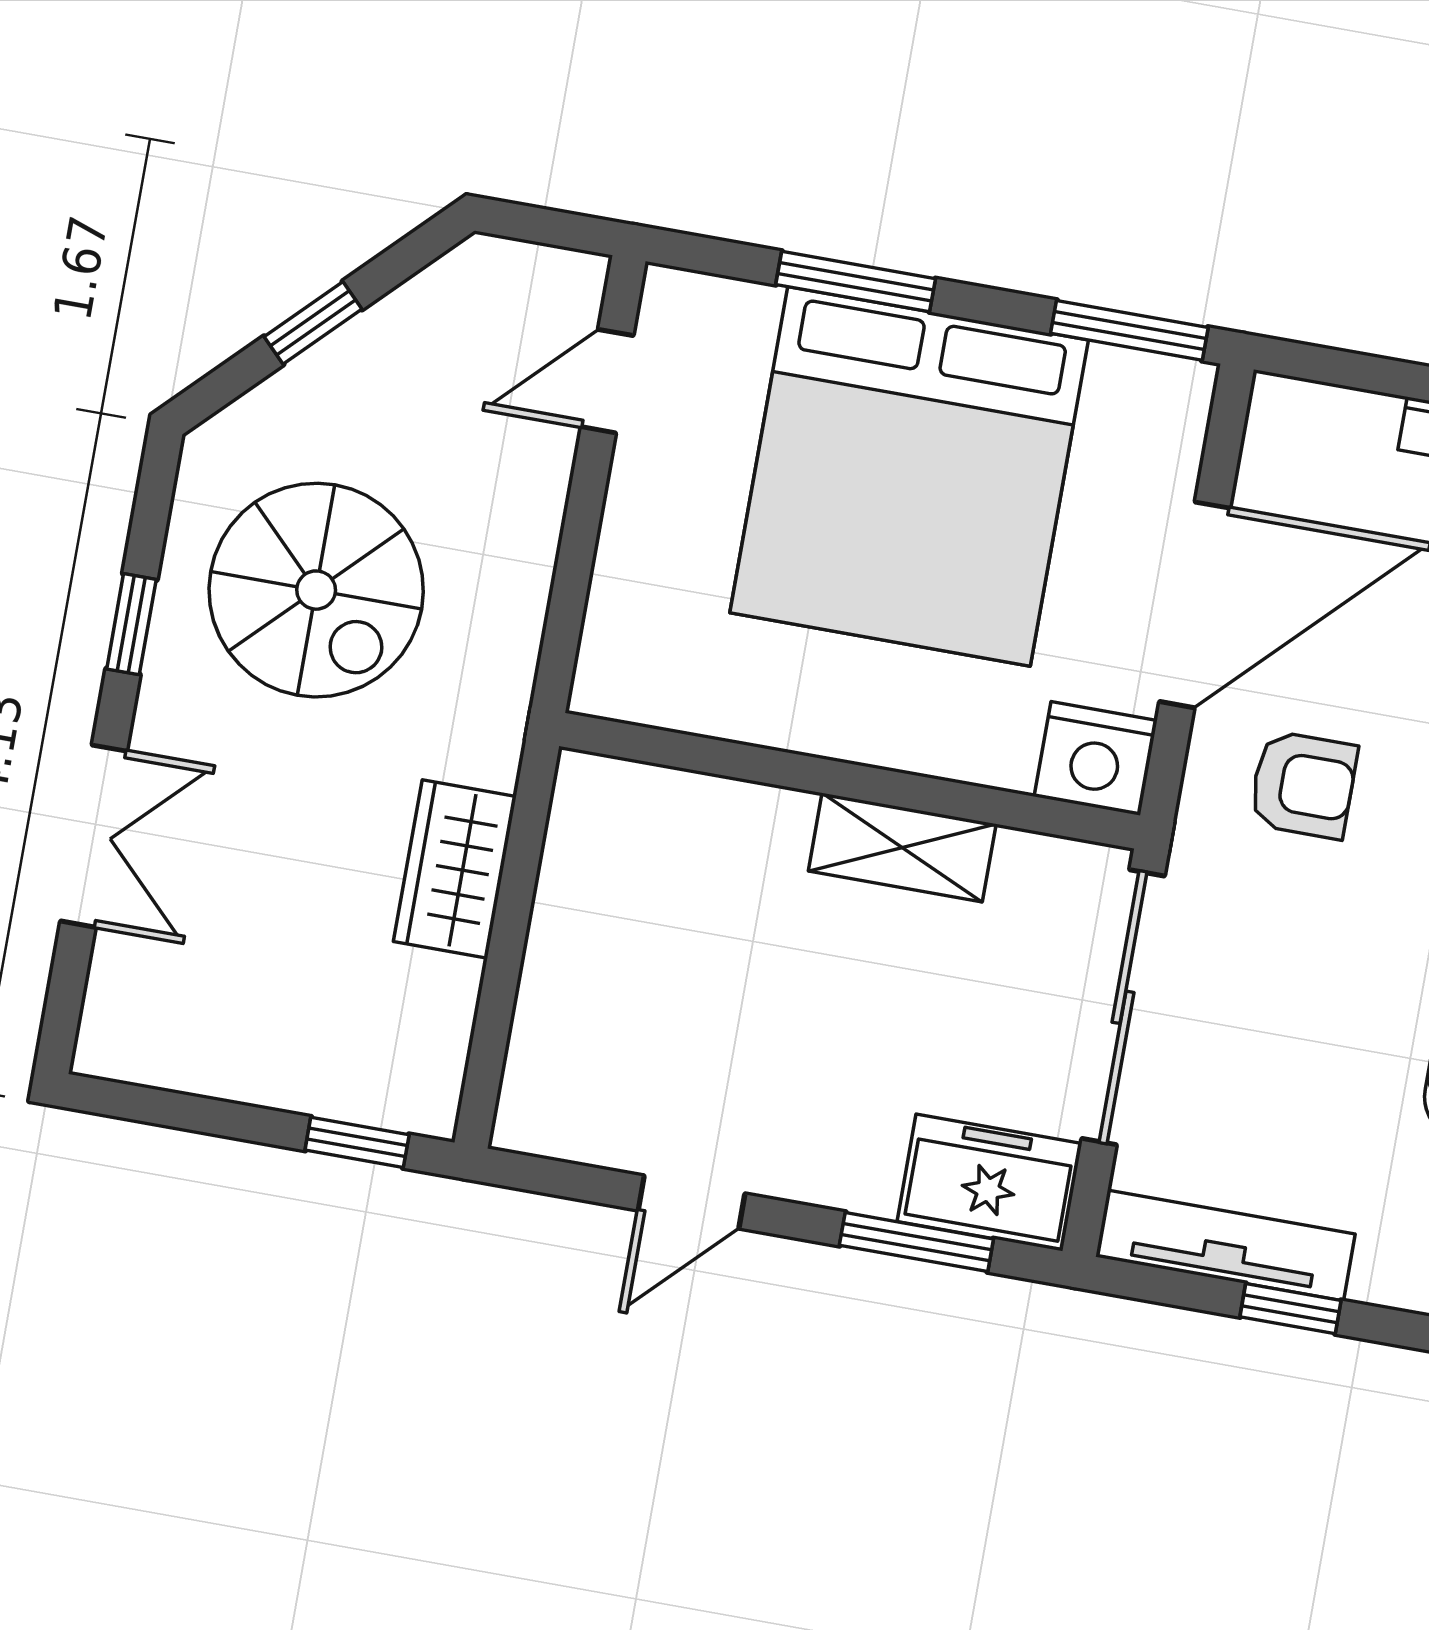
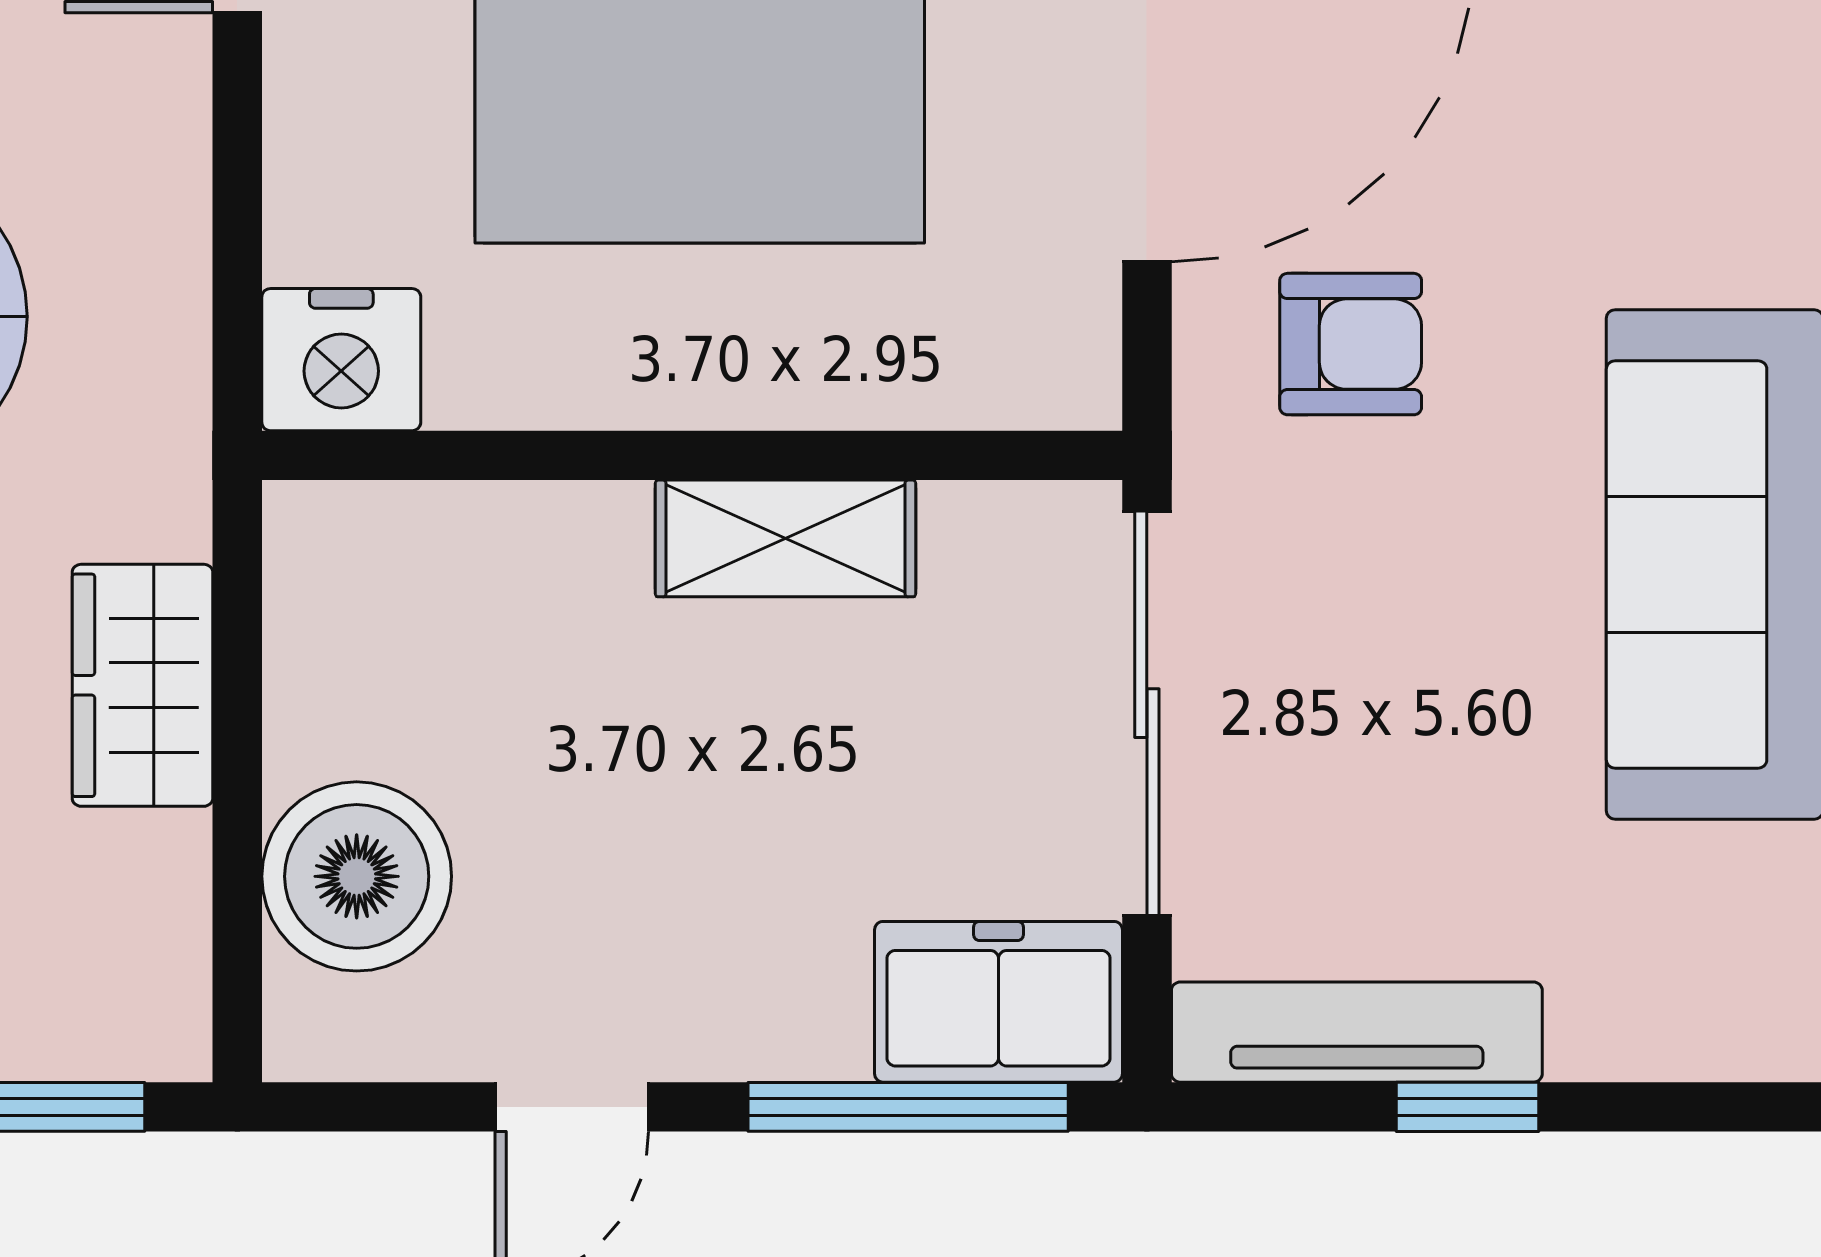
nightstand: (1096, 758) -> (341, 360), moved
boiler: (575, 1022) -> (357, 876), added
window: (916, 1242) -> (908, 1107), width x1.44

